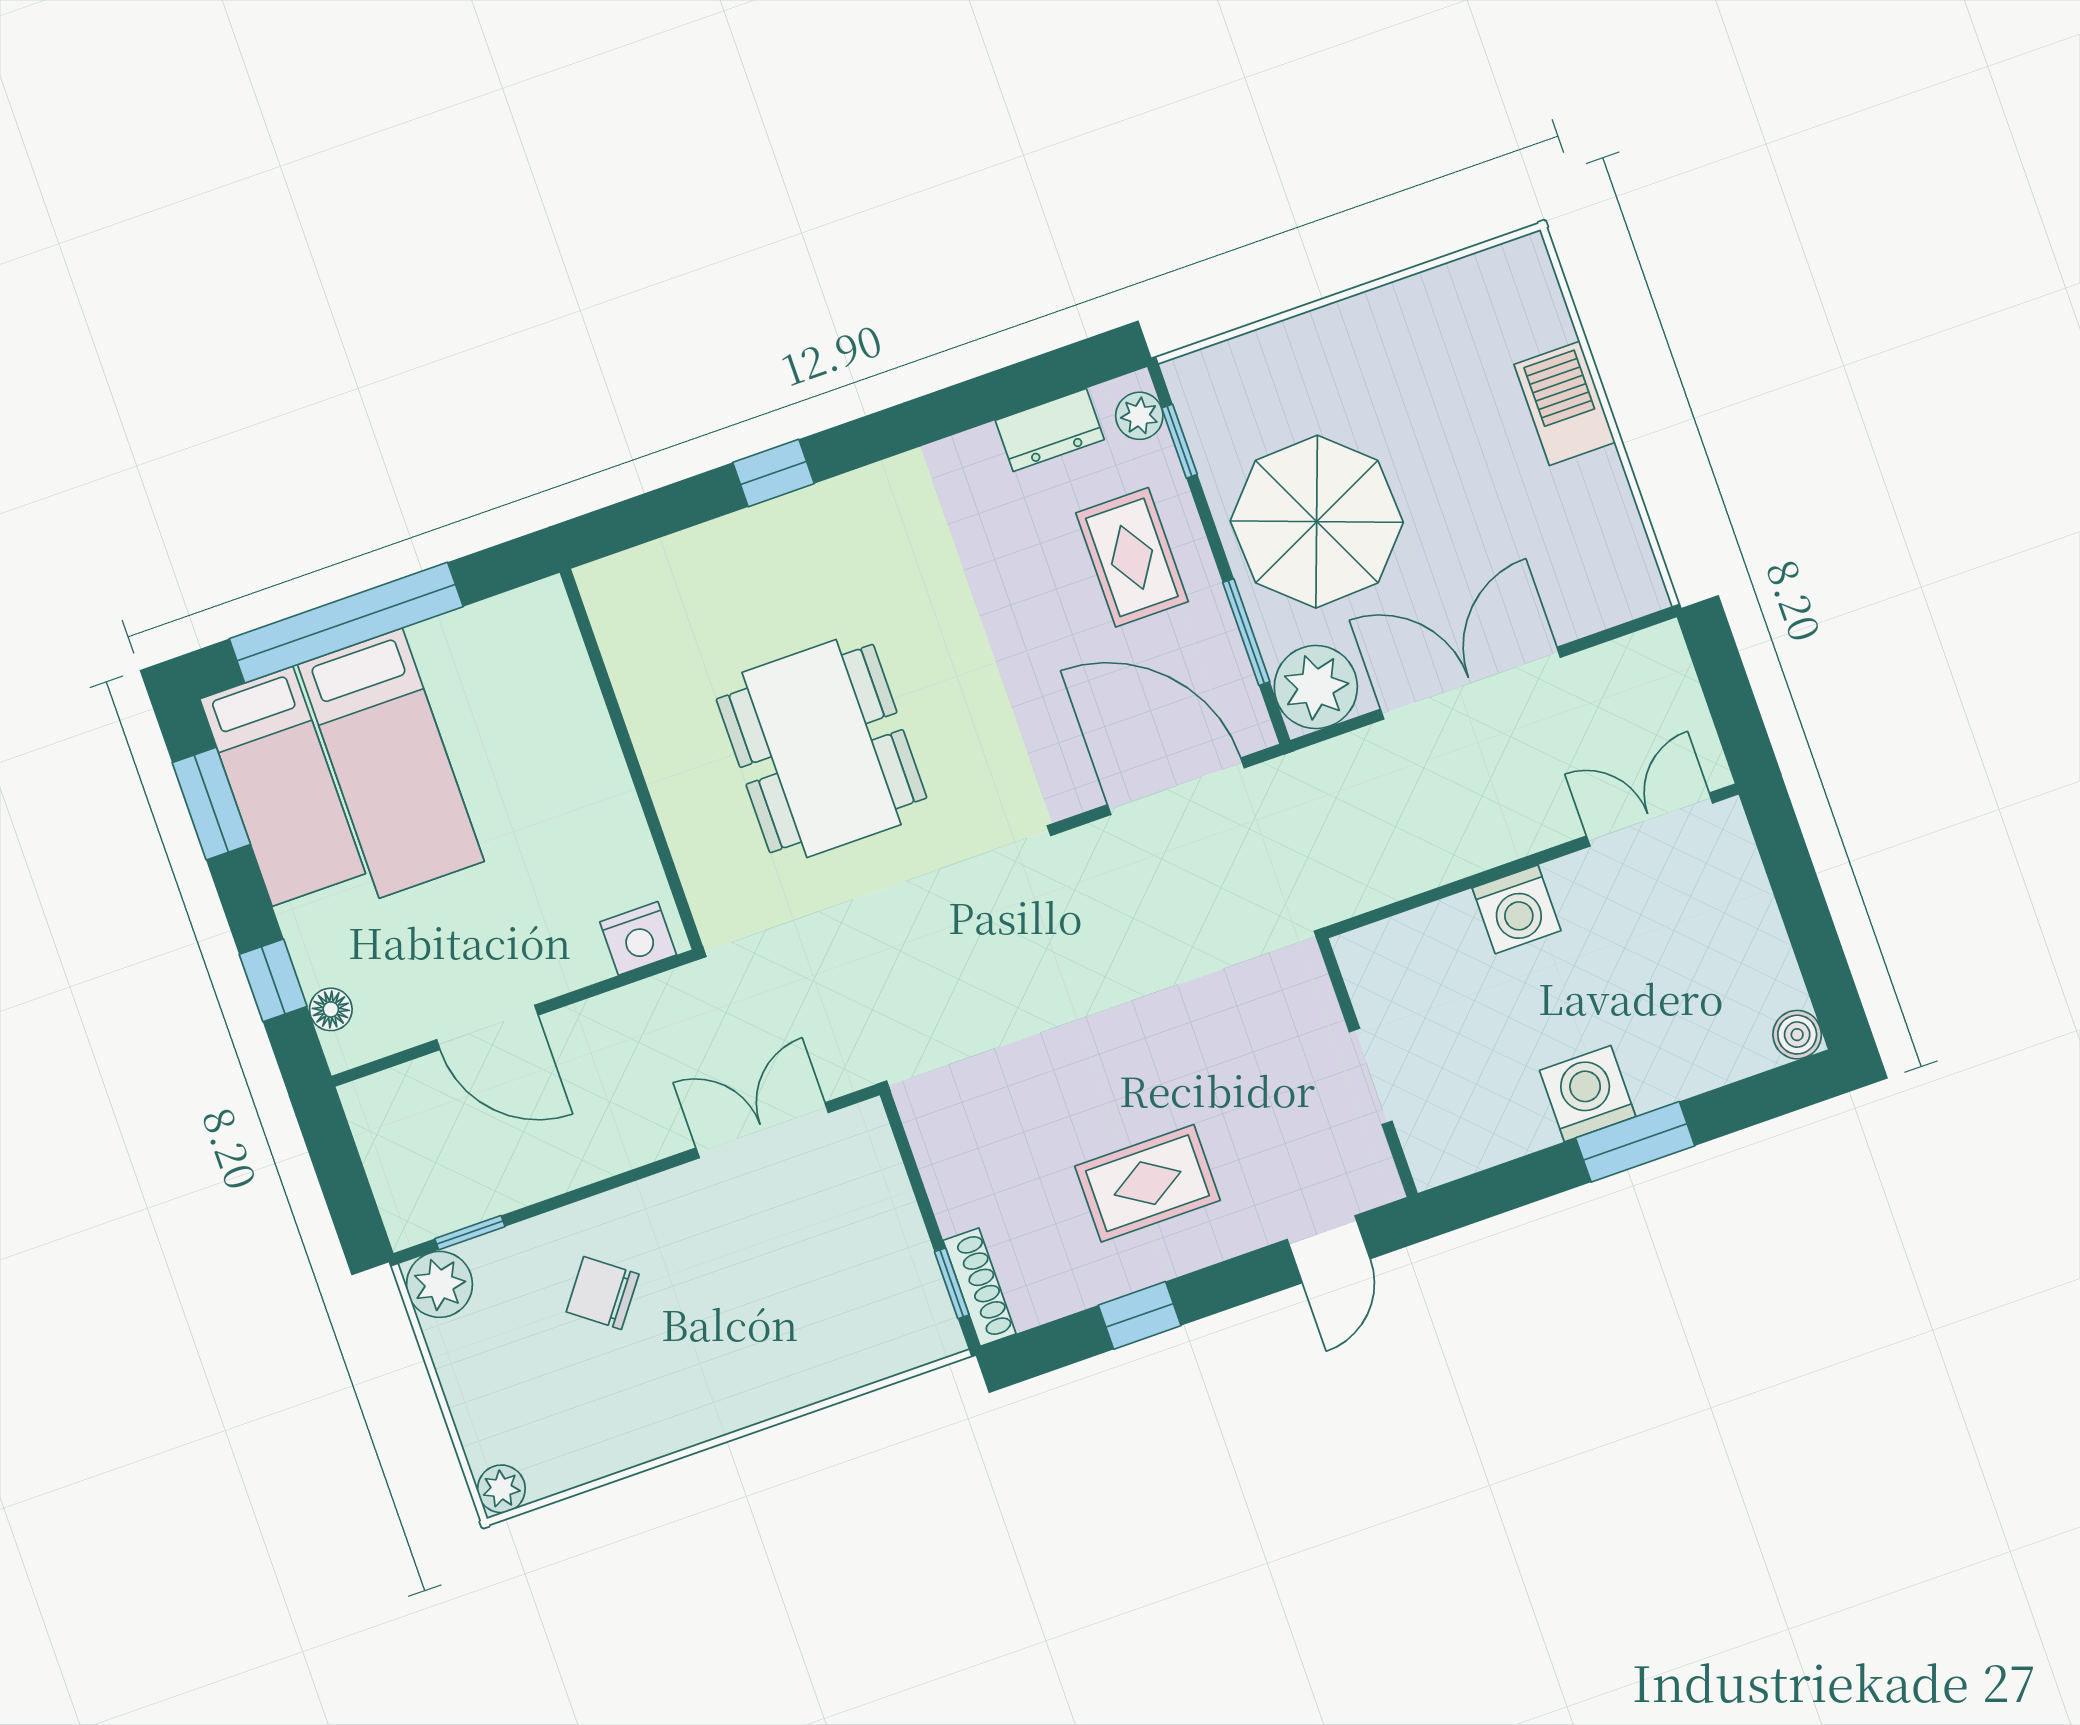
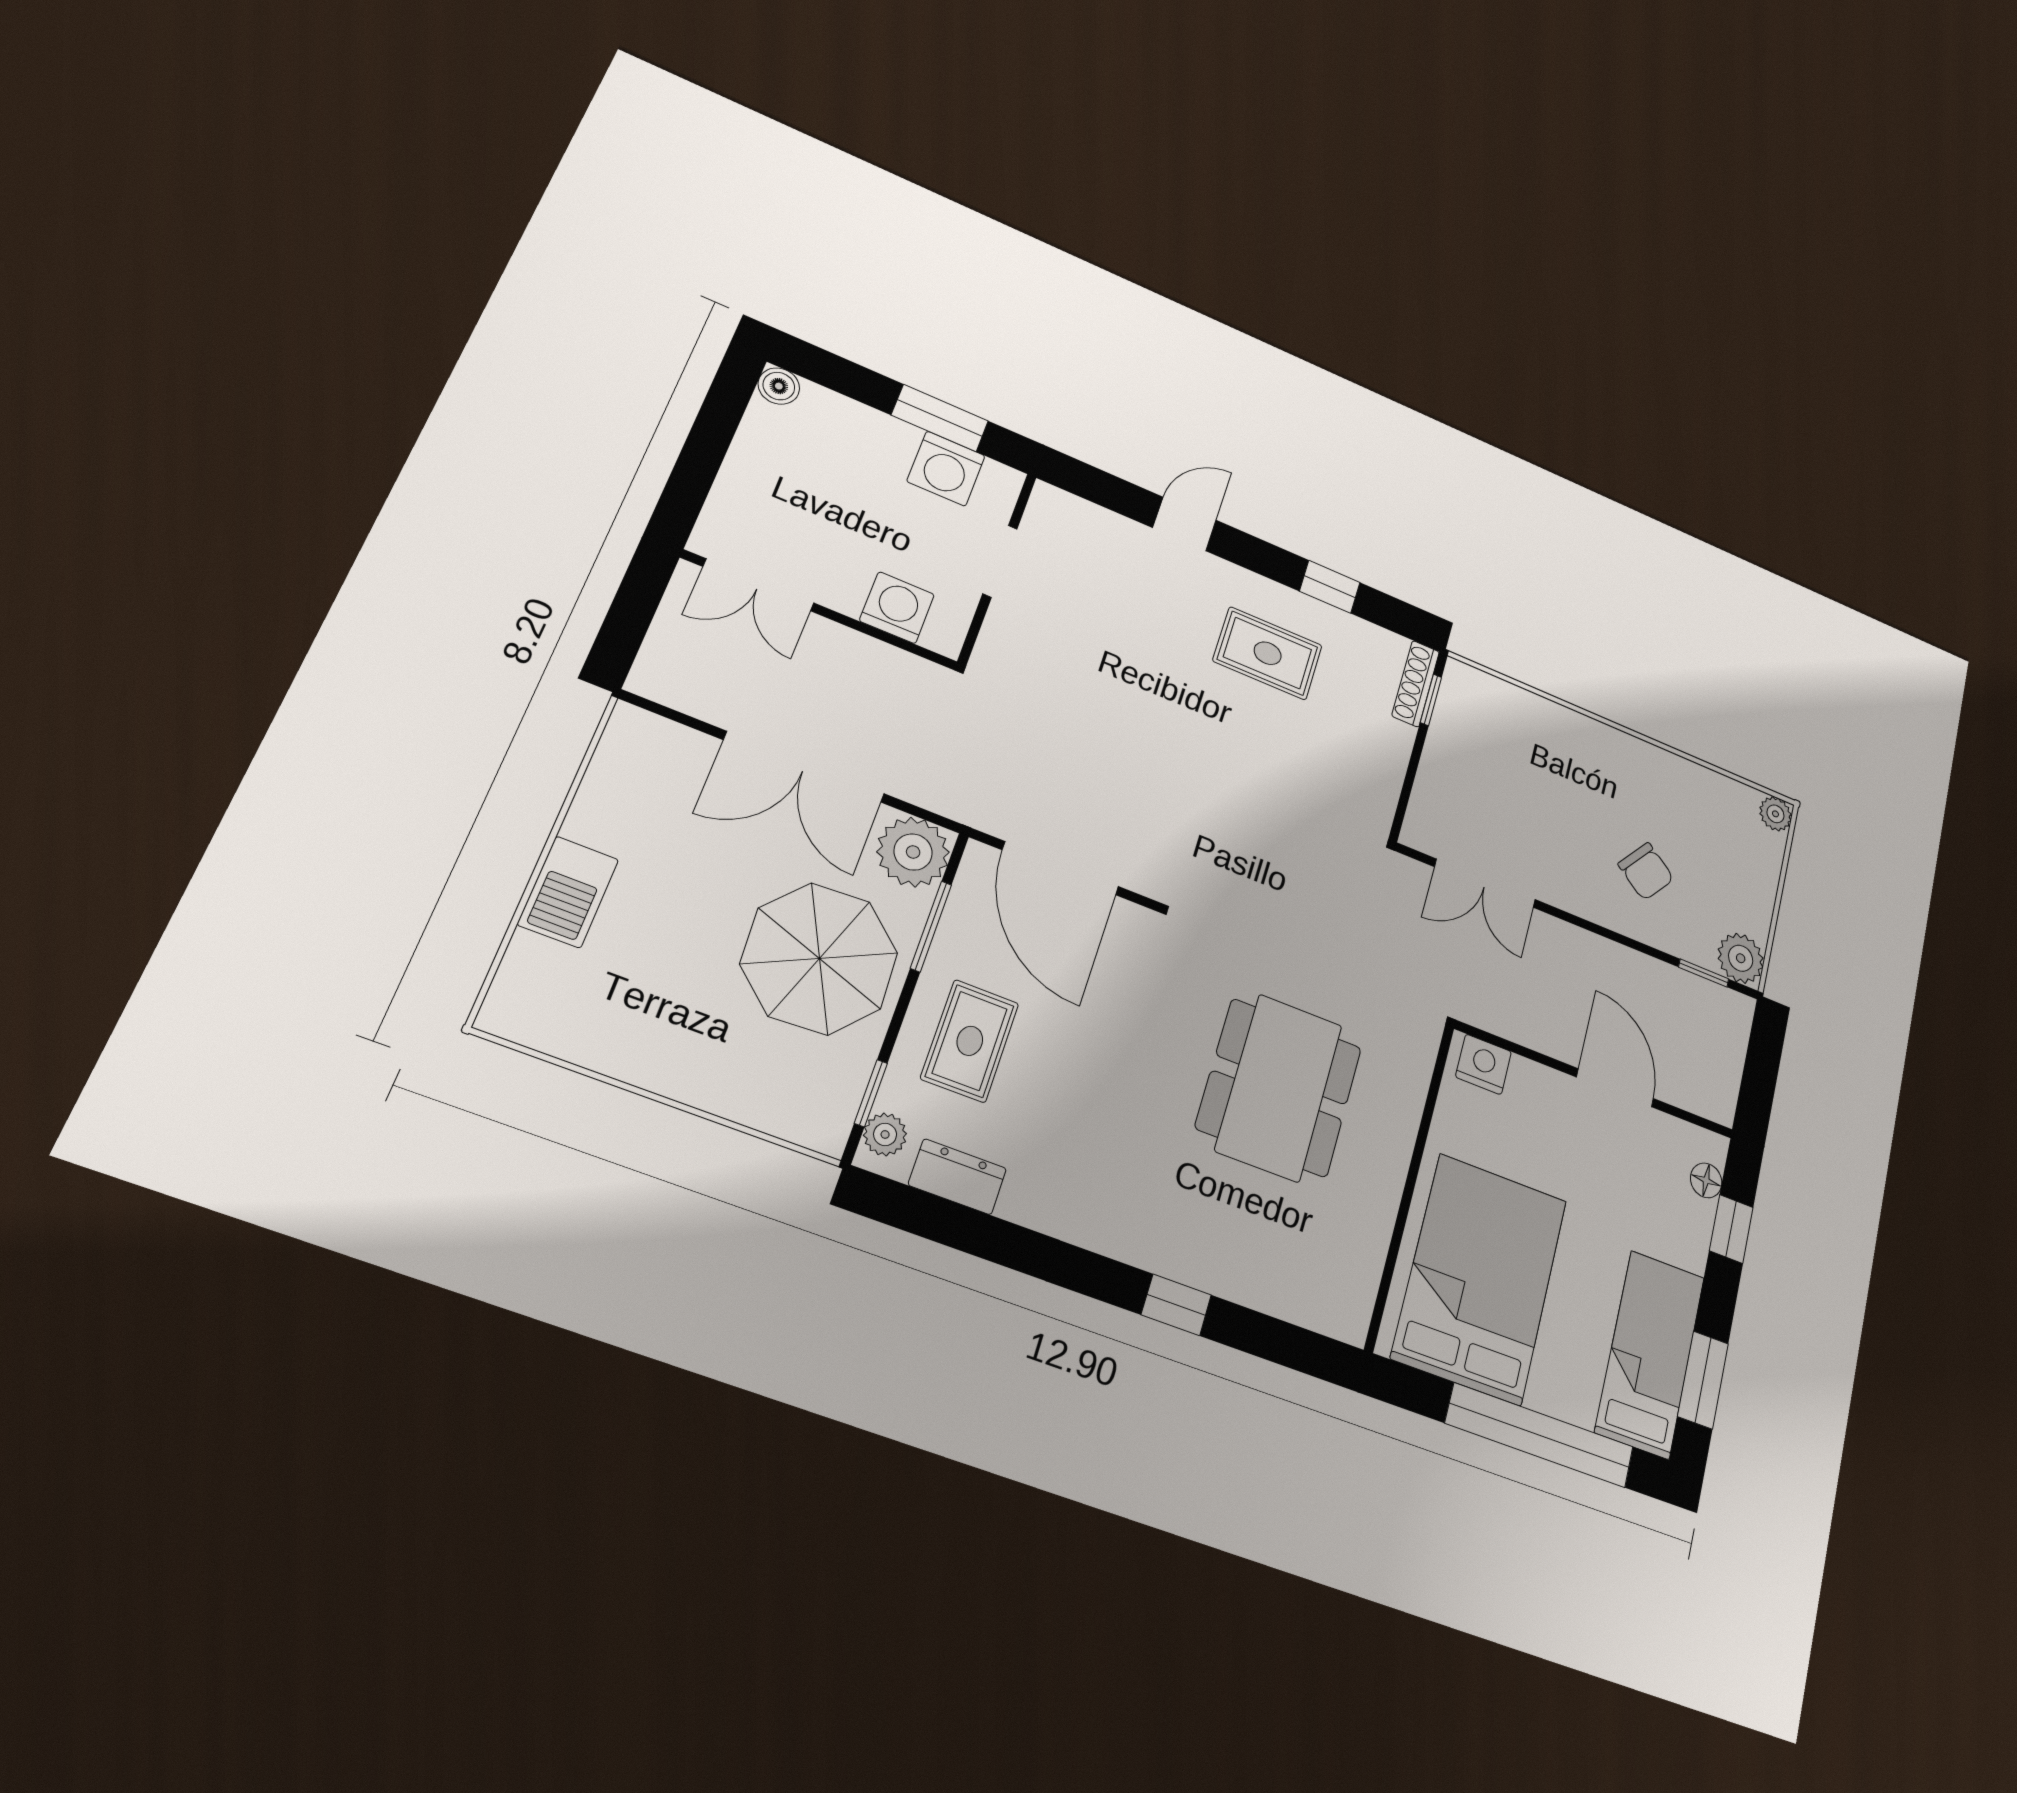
bed: (391, 763) -> (1480, 1278), moved, width x1.50
wall: (1368, 1068) -> (997, 568), moved
doorway: (1371, 1076) -> (1000, 561), moved

